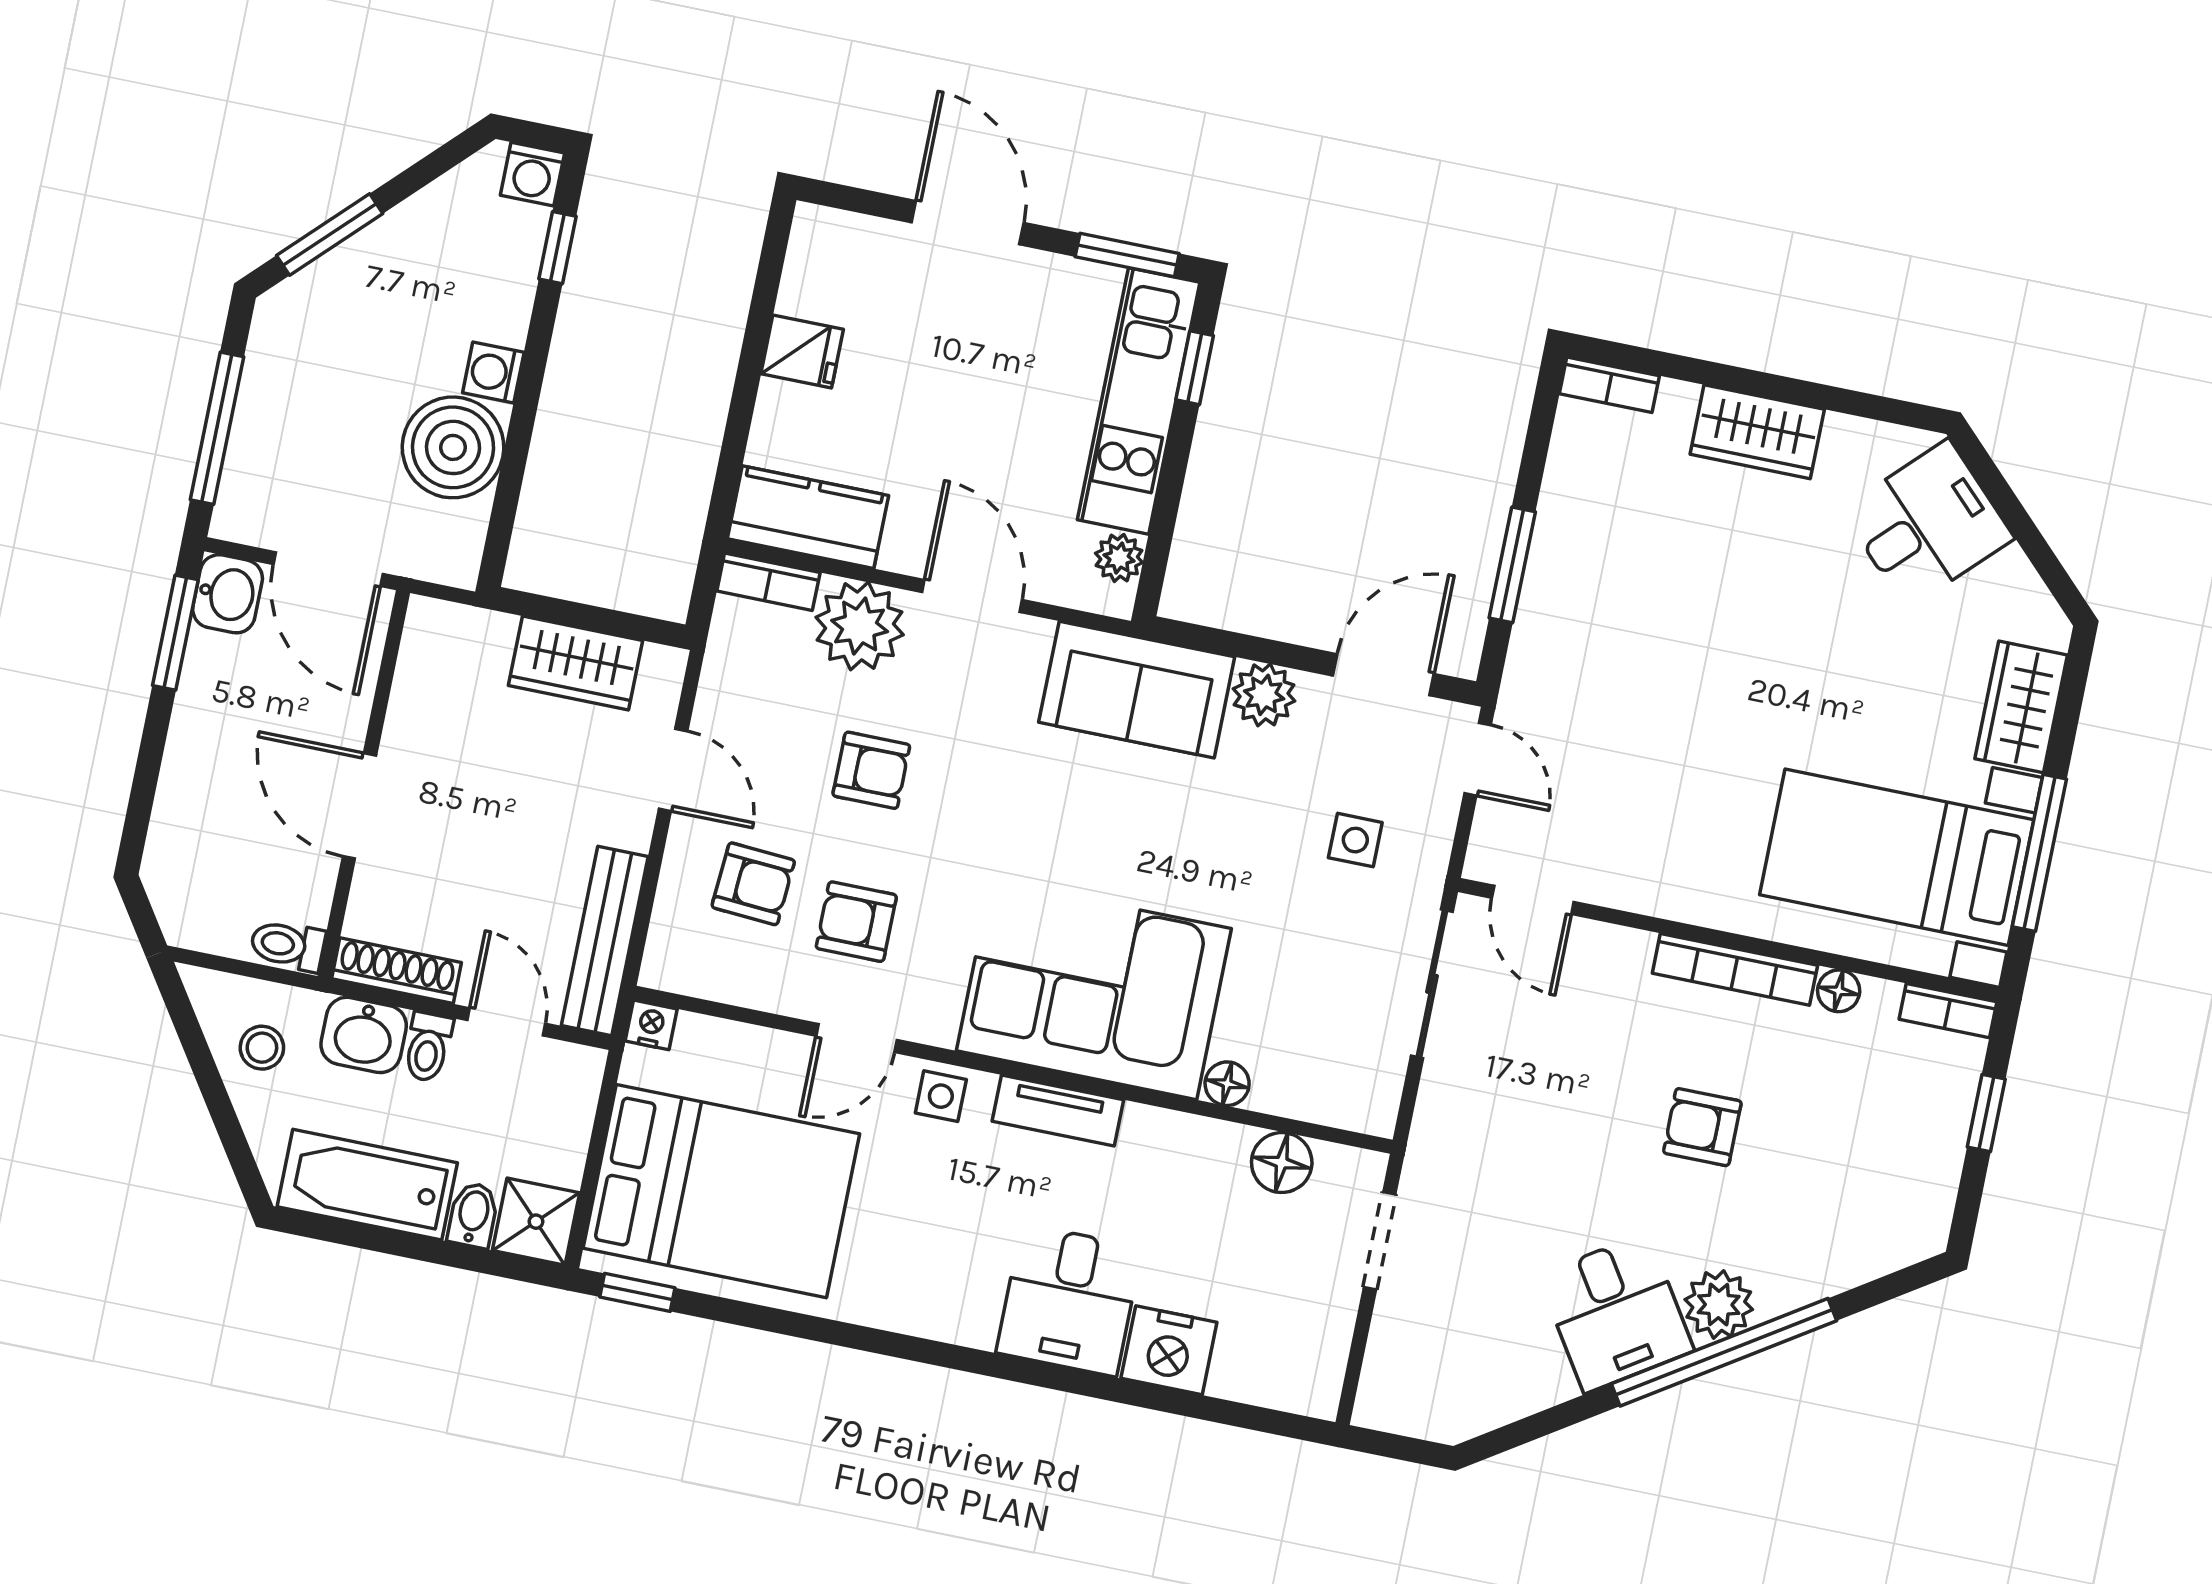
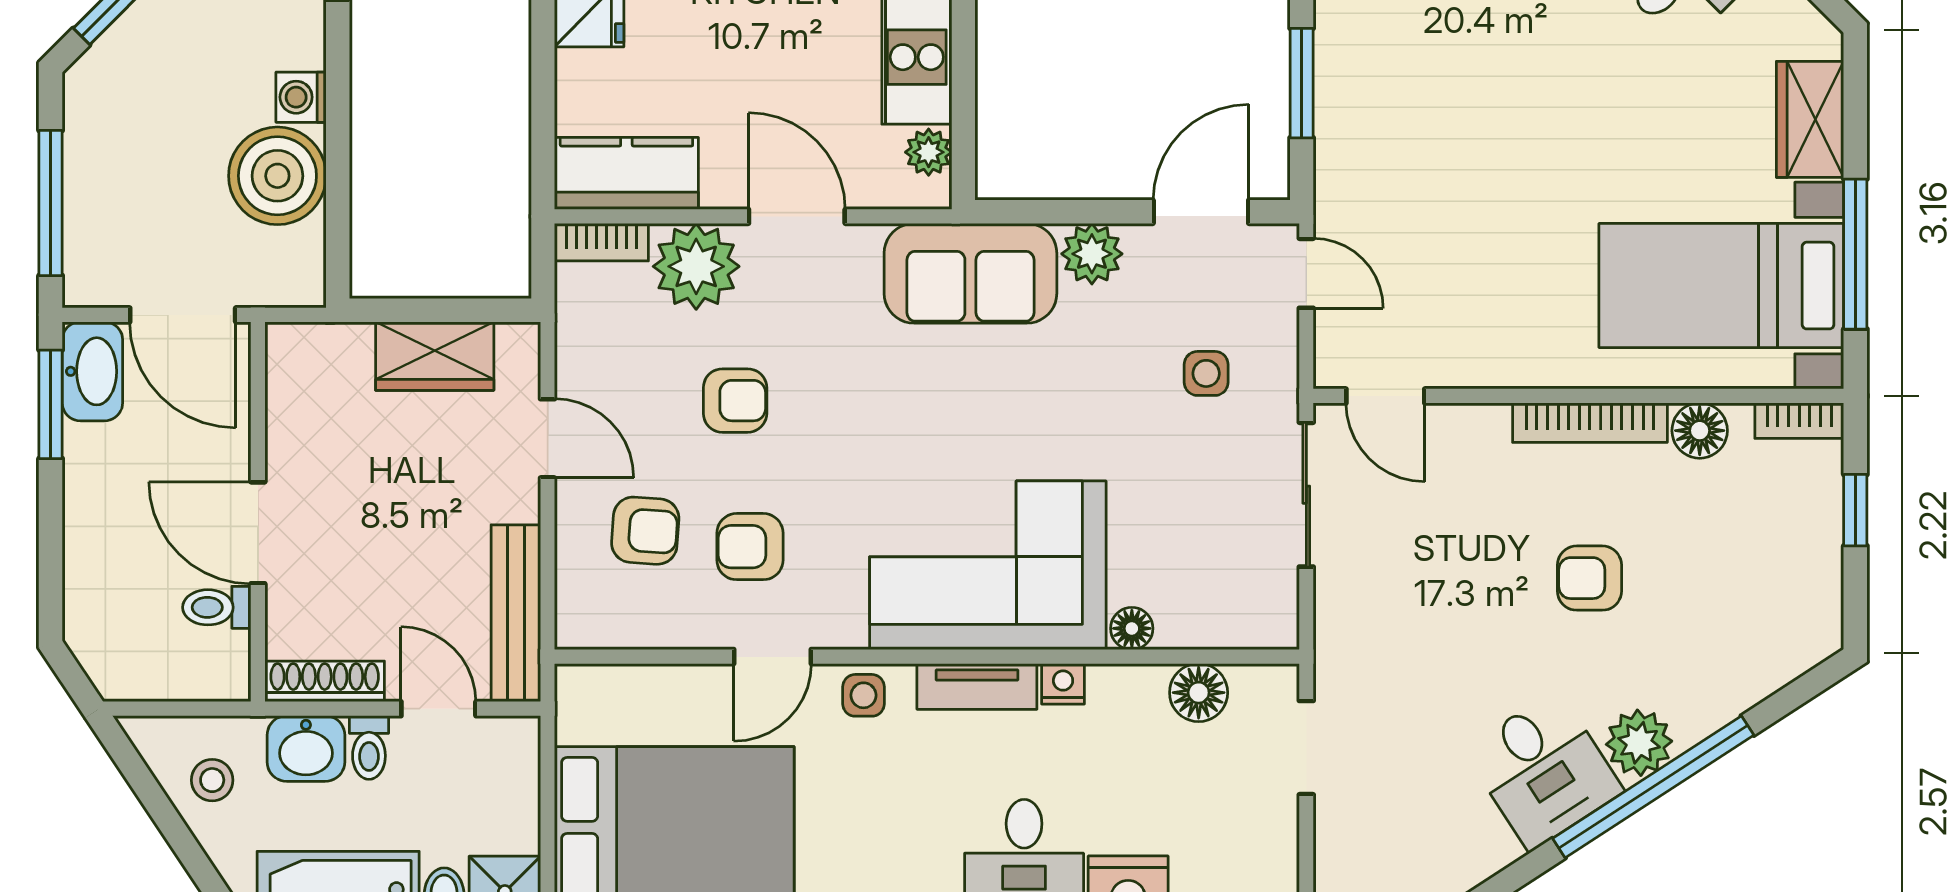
washbasin: (228, 594) -> (92, 371), width x1.38
toilet: (288, 945) -> (217, 607), moved
floor lamp: (1839, 991) -> (1700, 431), width x1.37, depth x1.37
nightstand: (651, 1025) -> (1063, 684), moved

